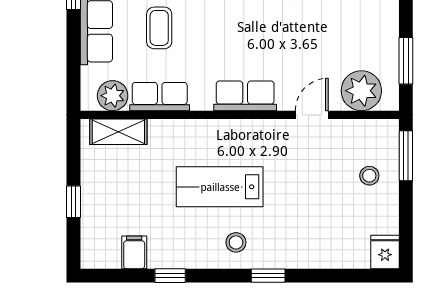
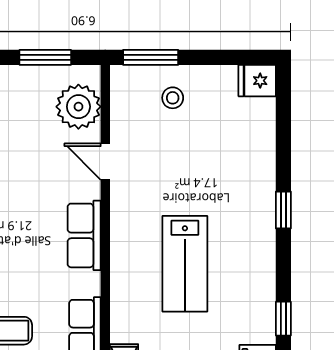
stool: (236, 242) -> (247, 246), removed

